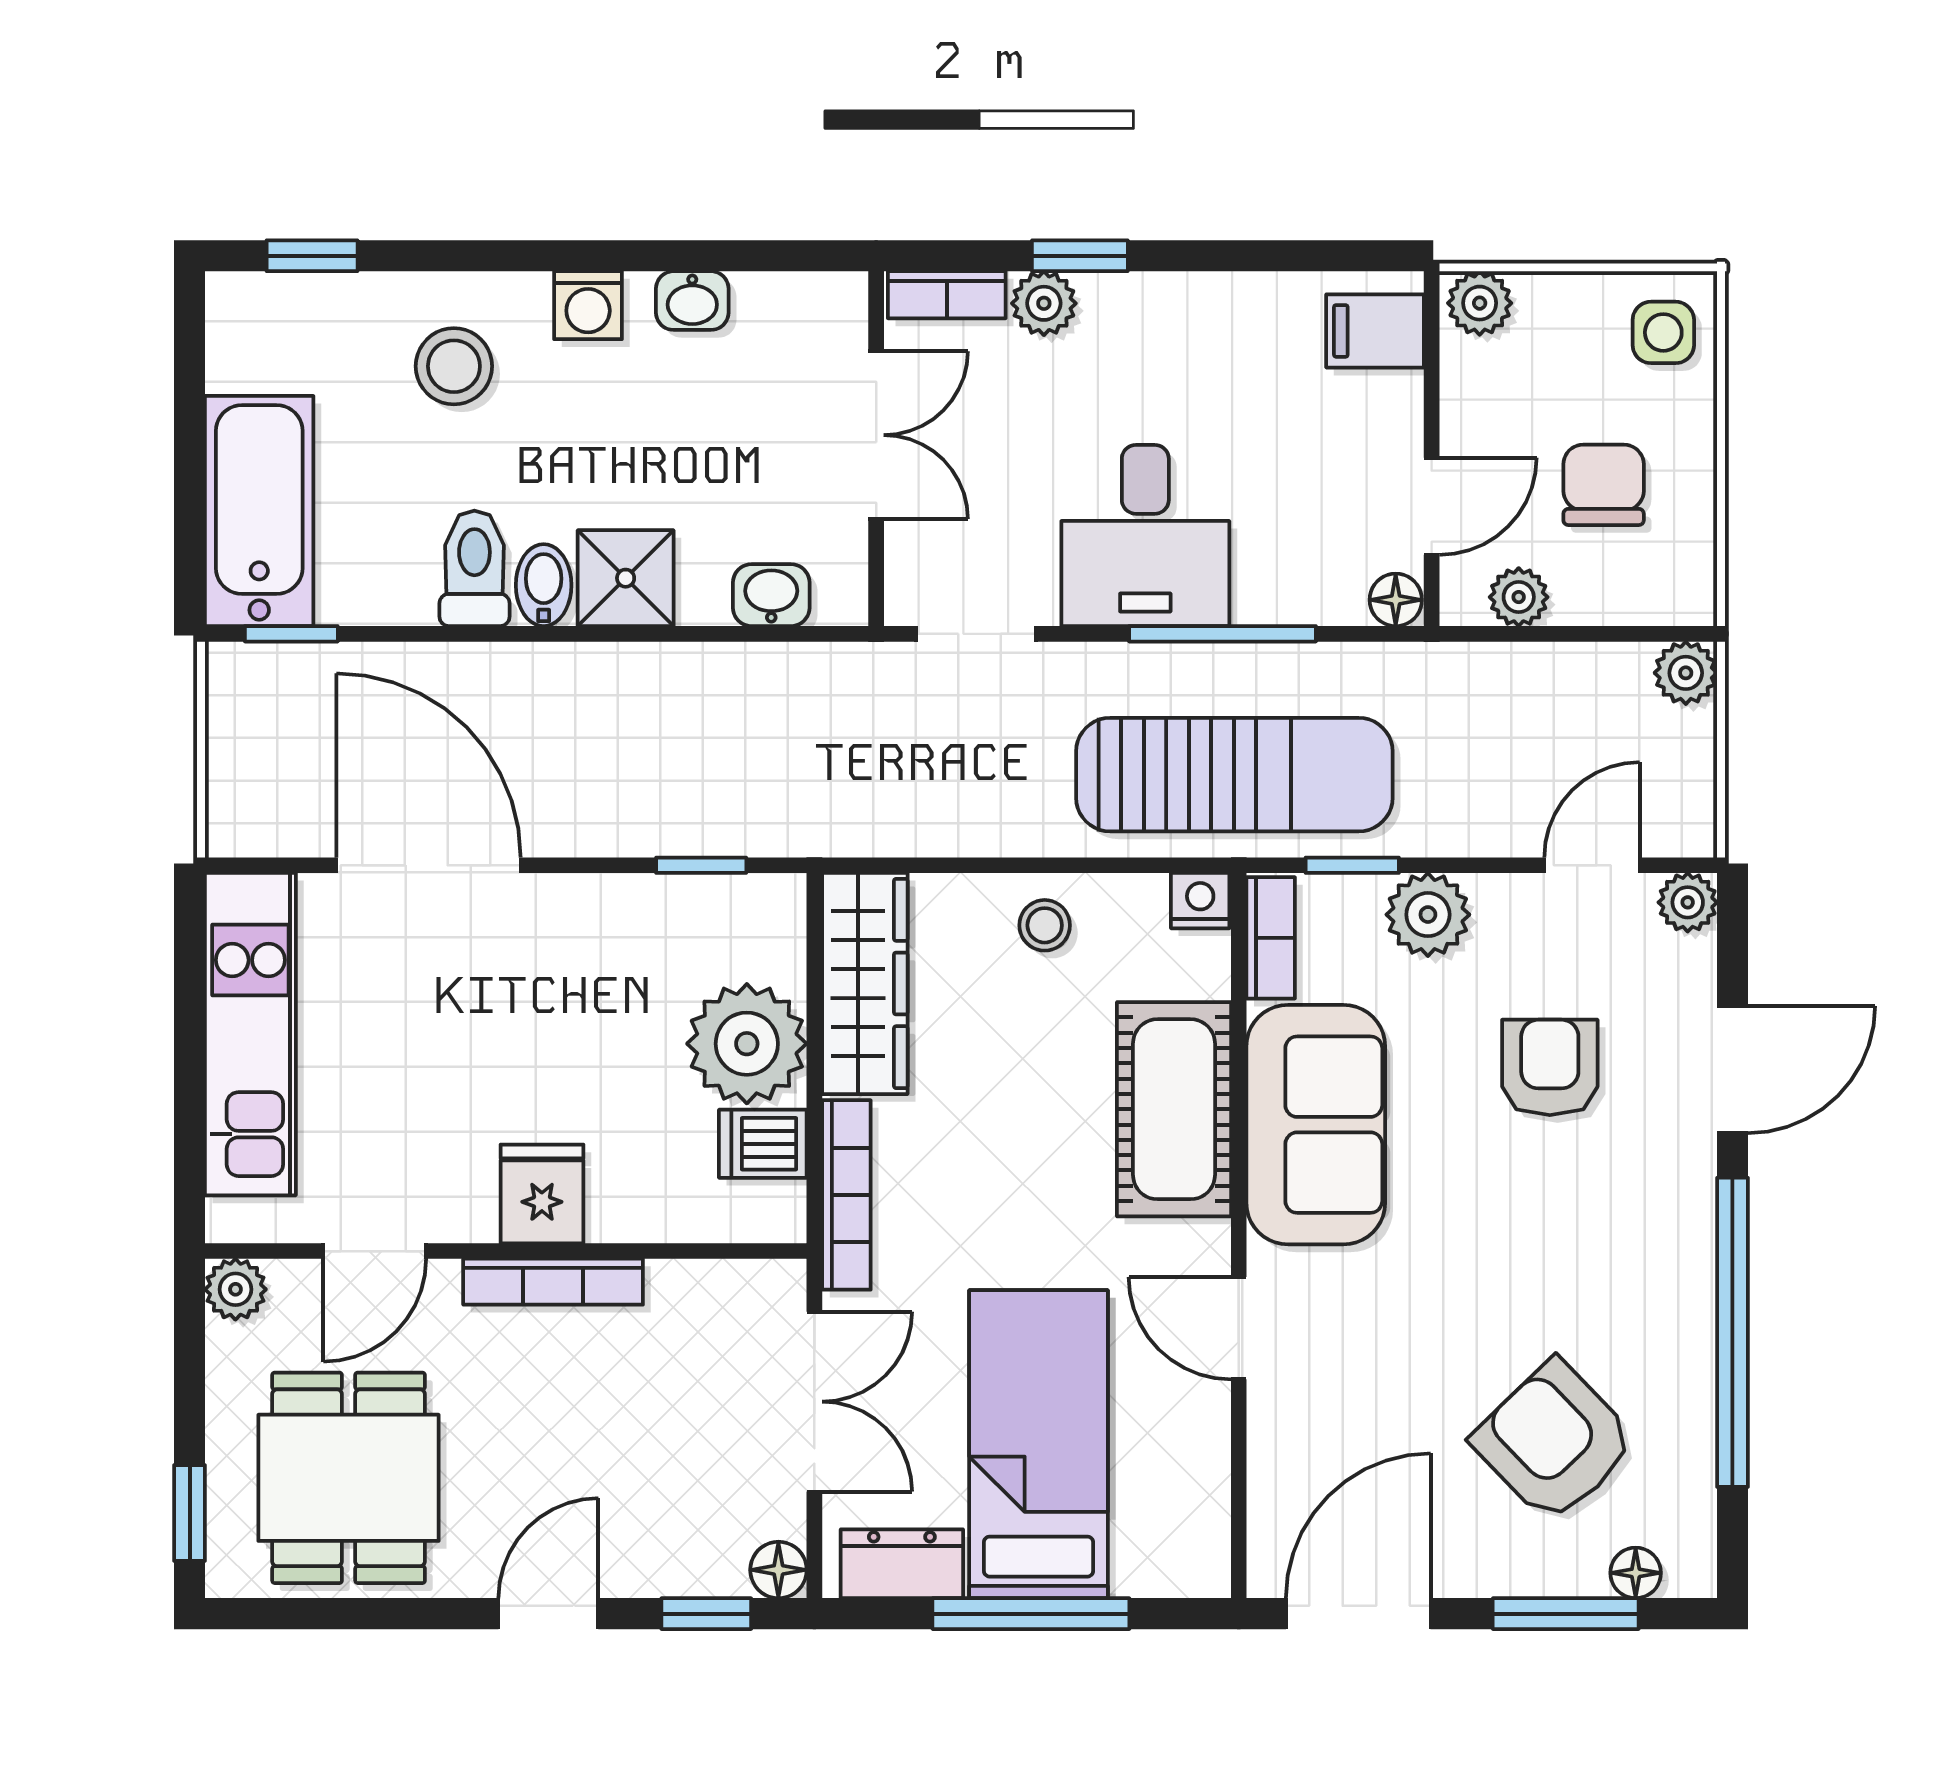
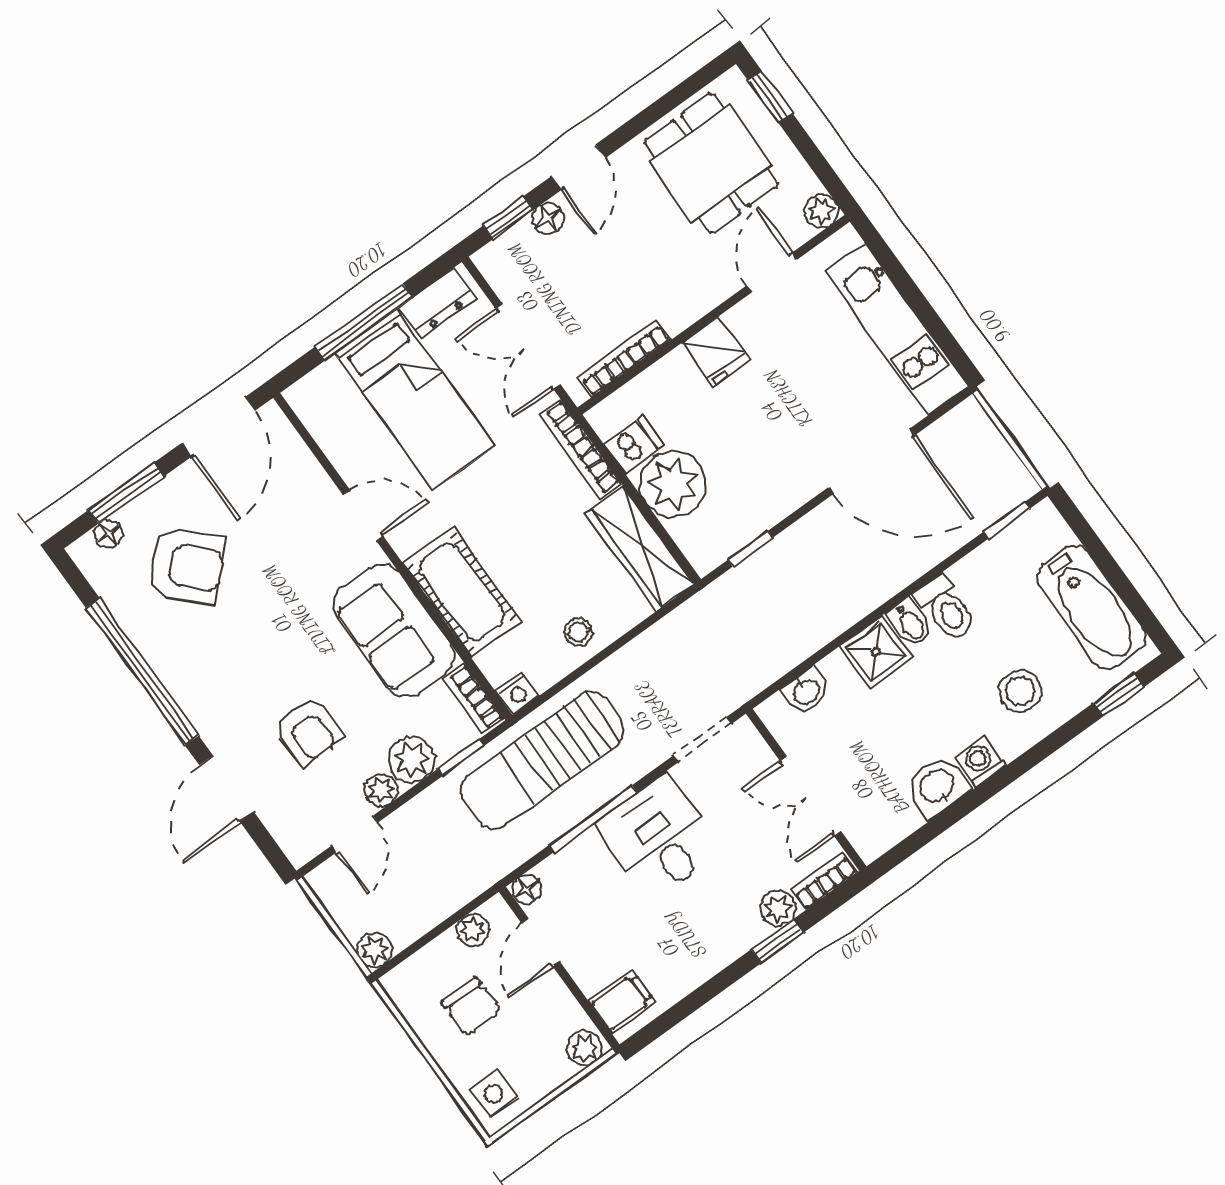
washbasin: (692, 301) -> (937, 787), width x1.38, depth x1.45
bathtub: (259, 511) -> (1091, 607), moved
plant: (1688, 902) -> (381, 790), moved
bookcase: (553, 1282) -> (624, 358), moved
floor lamp: (778, 1570) -> (548, 218), moved

